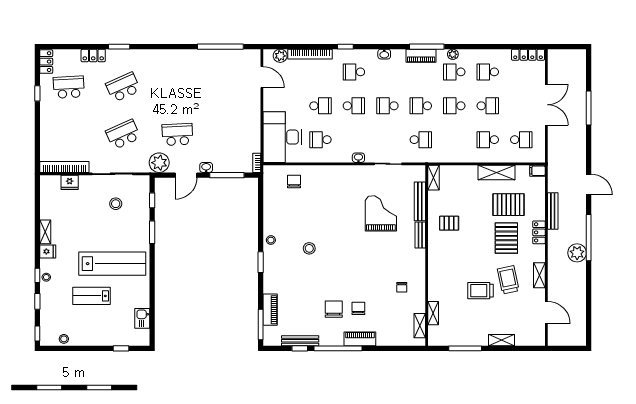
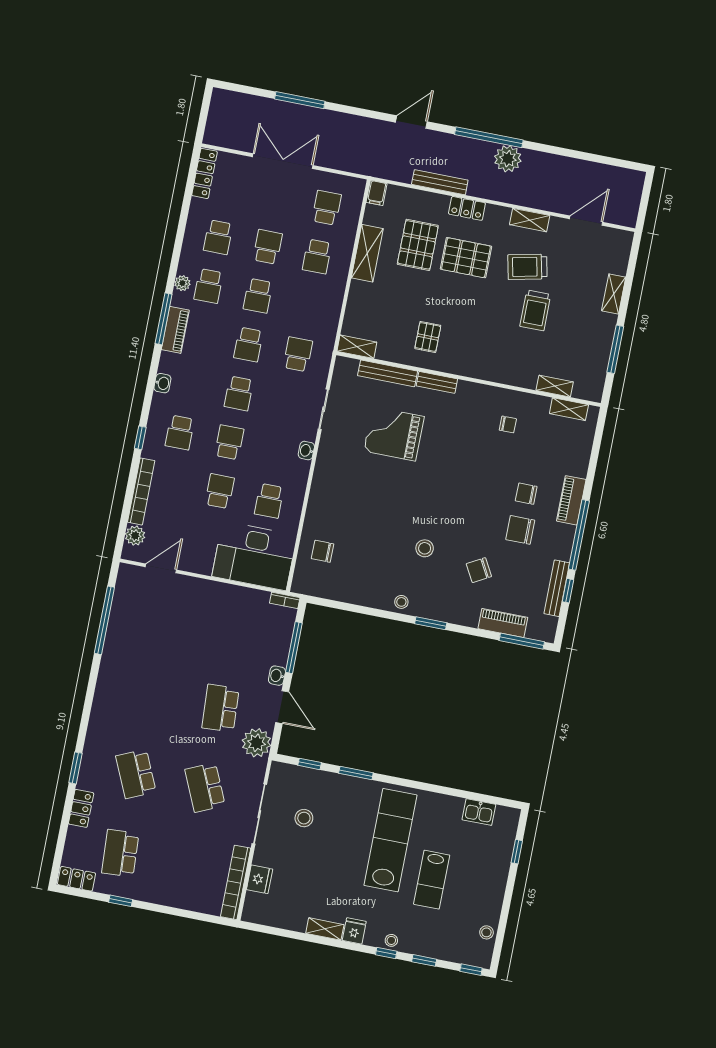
chair: (302, 287) -> (479, 570), added

